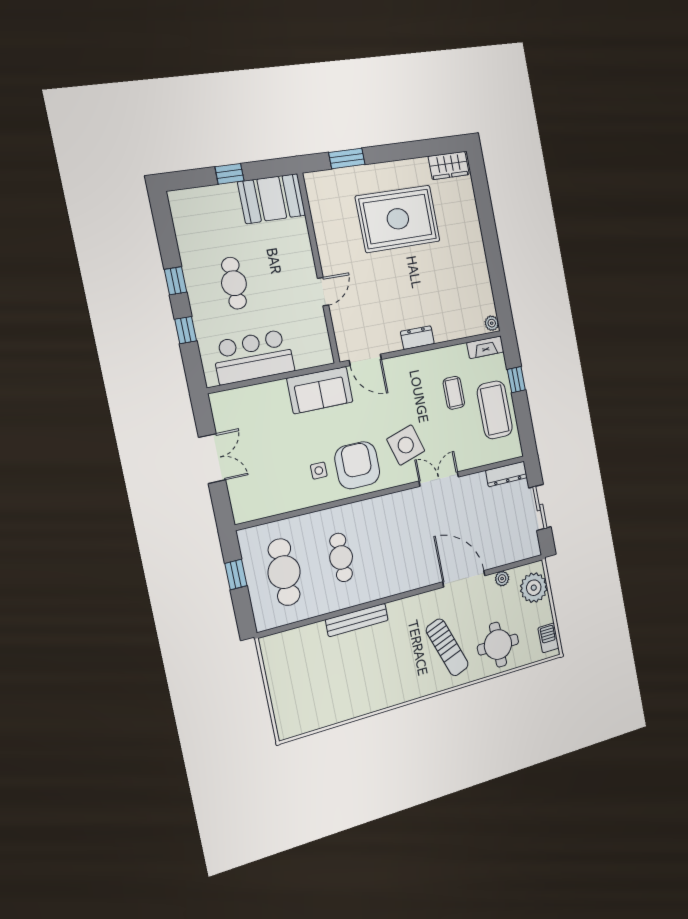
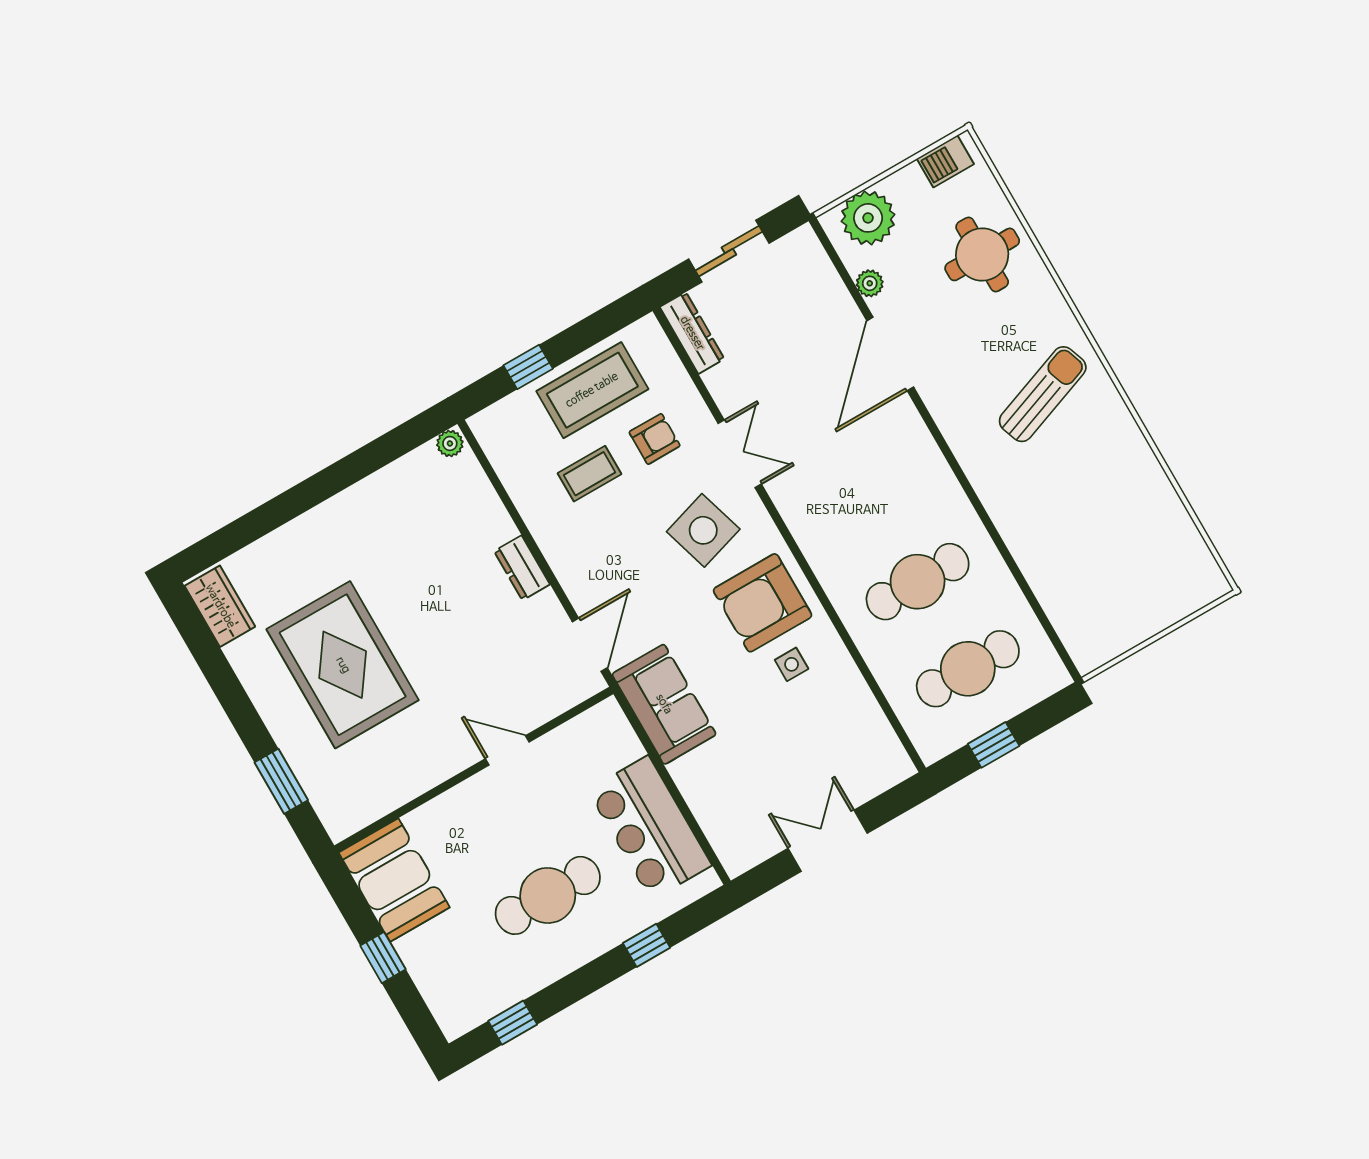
window: (175, 281) -> (513, 1023), moved
cafe table: (234, 283) -> (548, 895), width x1.37, depth x1.35
fireplace: (485, 347) -> (494, 442), removed
armchair: (460, 435) -> (655, 439), added
double door: (439, 479) -> (740, 454), swing flipped
cafe table: (341, 557) -> (918, 582), width x1.37, depth x1.35
bench: (357, 620) -> (1009, 522), removed
sun lounger: (447, 647) -> (1043, 394), moved

